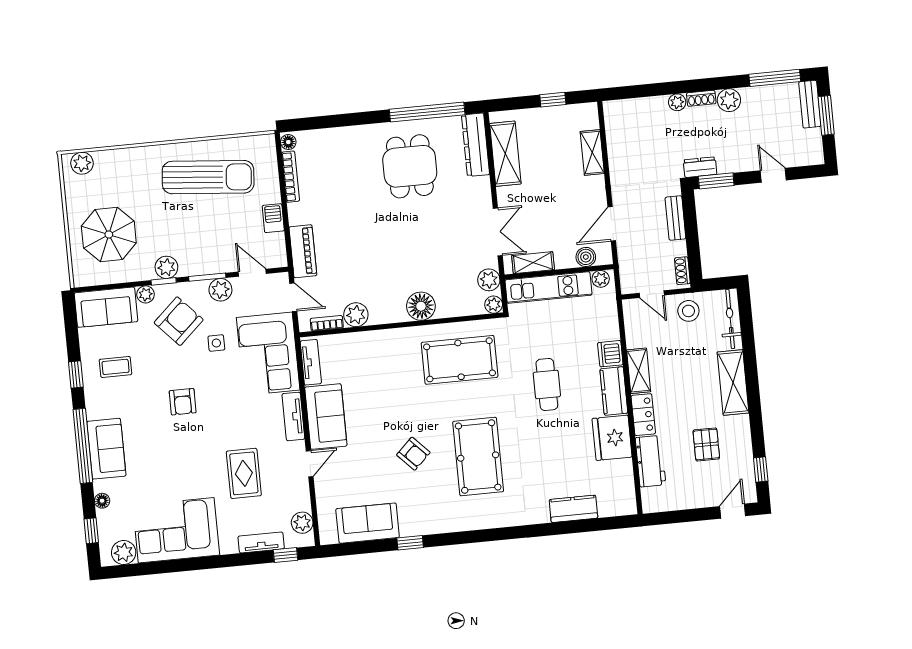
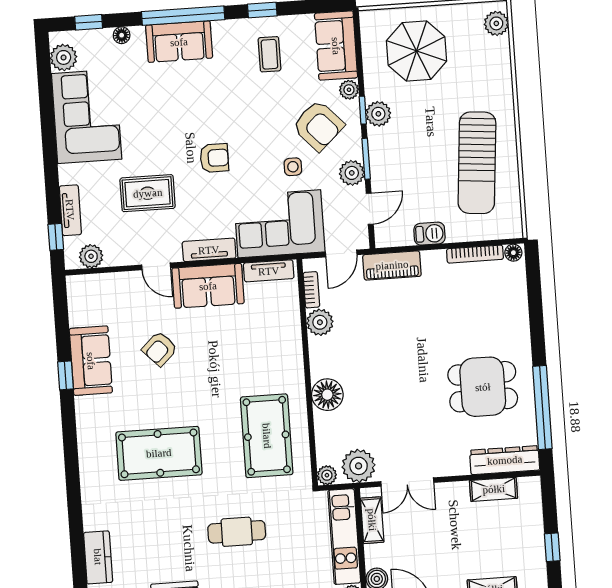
shelving: (505, 154) -> (494, 489), width x0.67, depth x0.75
plant: (489, 280) -> (359, 466), width x1.36, depth x1.36
armchair: (183, 402) -> (214, 158), moved, turned 180
armchair: (413, 454) -> (160, 349), moved
sofa: (368, 523) -> (91, 361), moved

